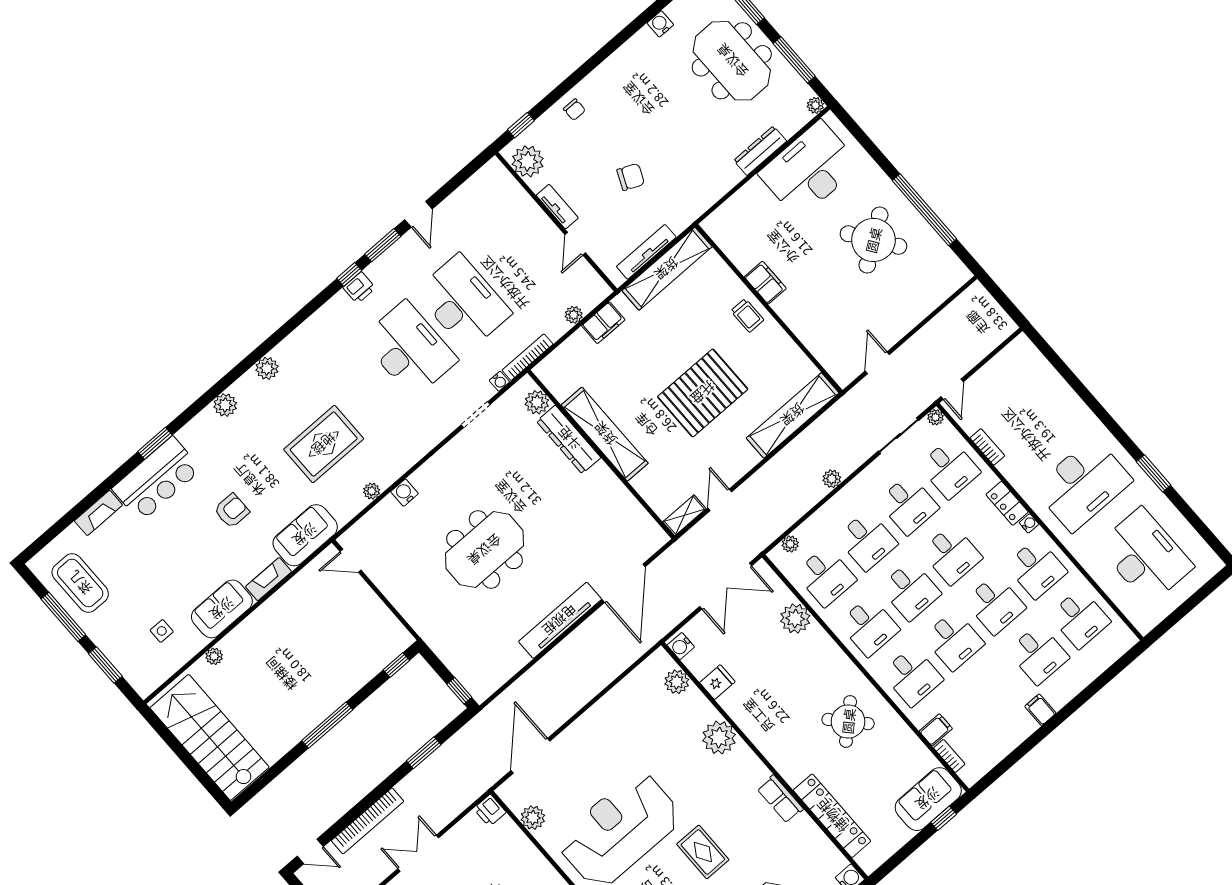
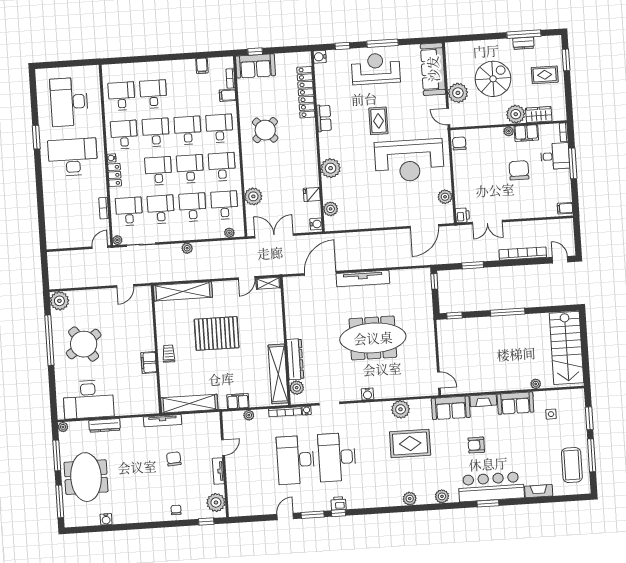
chair: (631, 177) -> (174, 459), turned 62
tv unit: (646, 252) -> (163, 421), moved
plant: (952, 274) -> (59, 301), added
shelving: (605, 434) -> (278, 374), moved
bar counter: (157, 479) -> (491, 487), width x1.36
plant: (372, 491) -> (401, 409), width x1.88, depth x1.88
water cooler: (405, 493) -> (367, 394), moved
meeting table: (485, 550) -> (373, 338), width x1.36
filing cabinet: (1040, 710) -> (202, 66), moved
double door: (418, 853) -> (487, 222), moved

